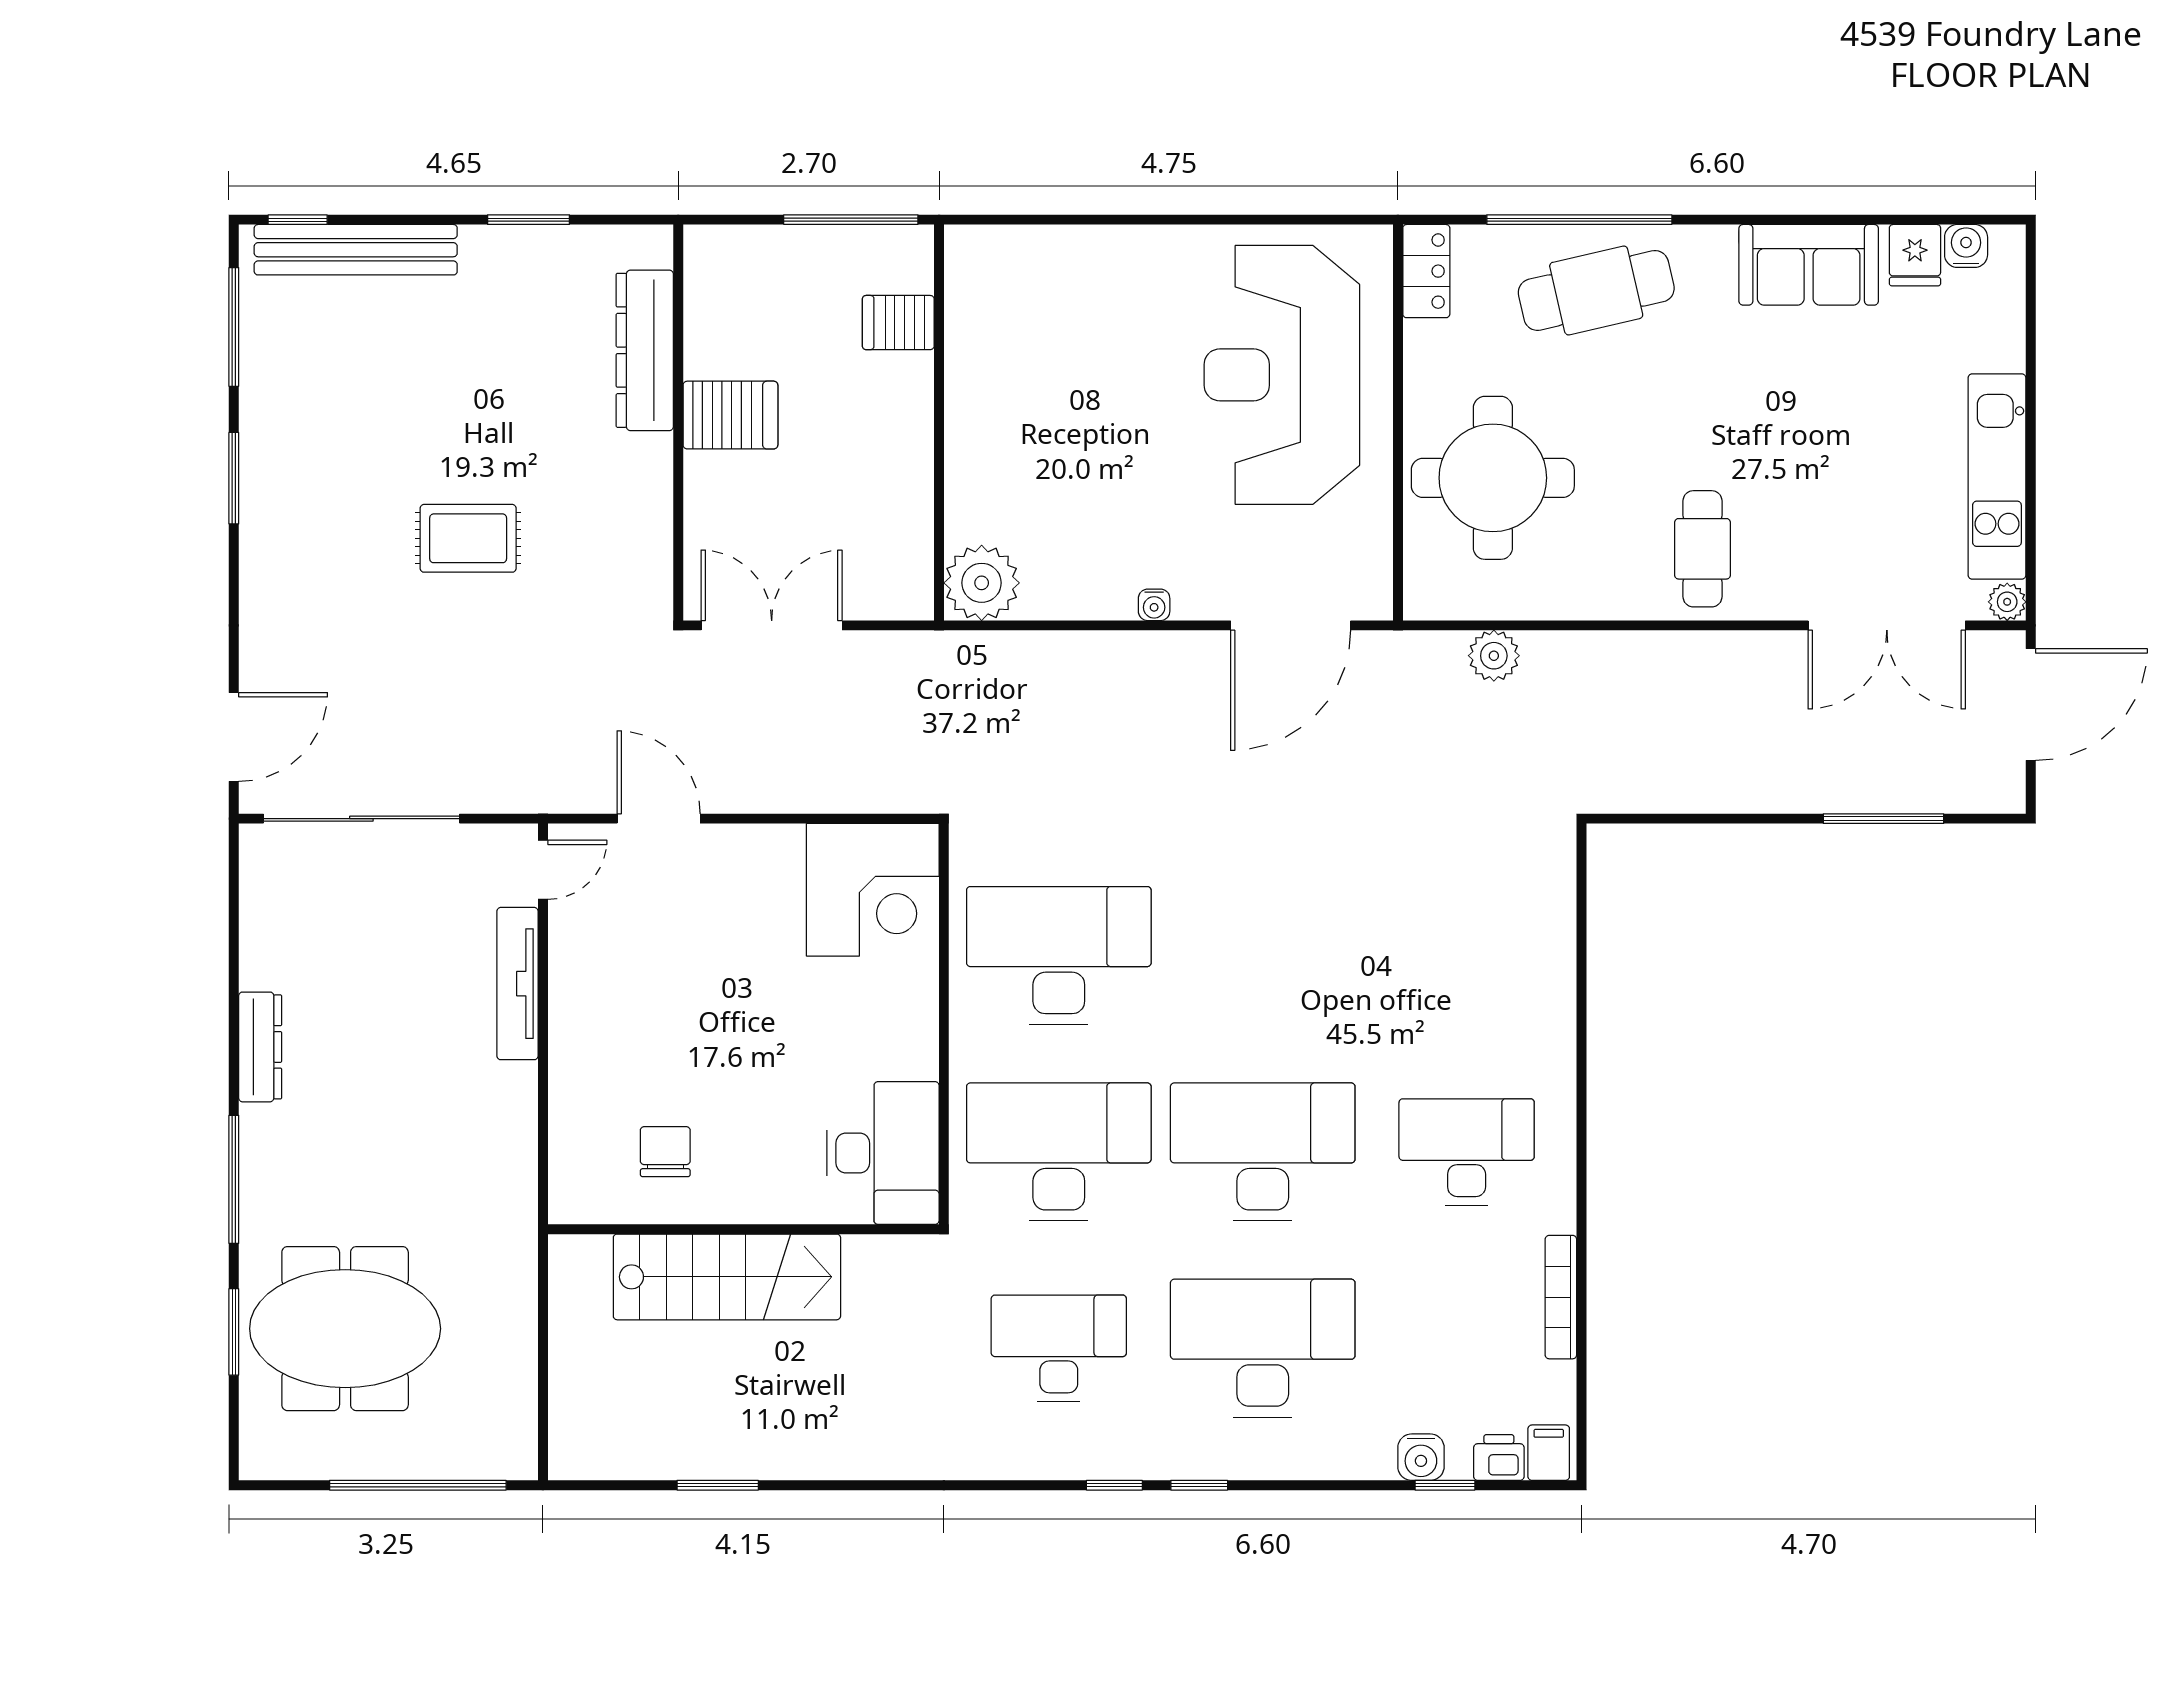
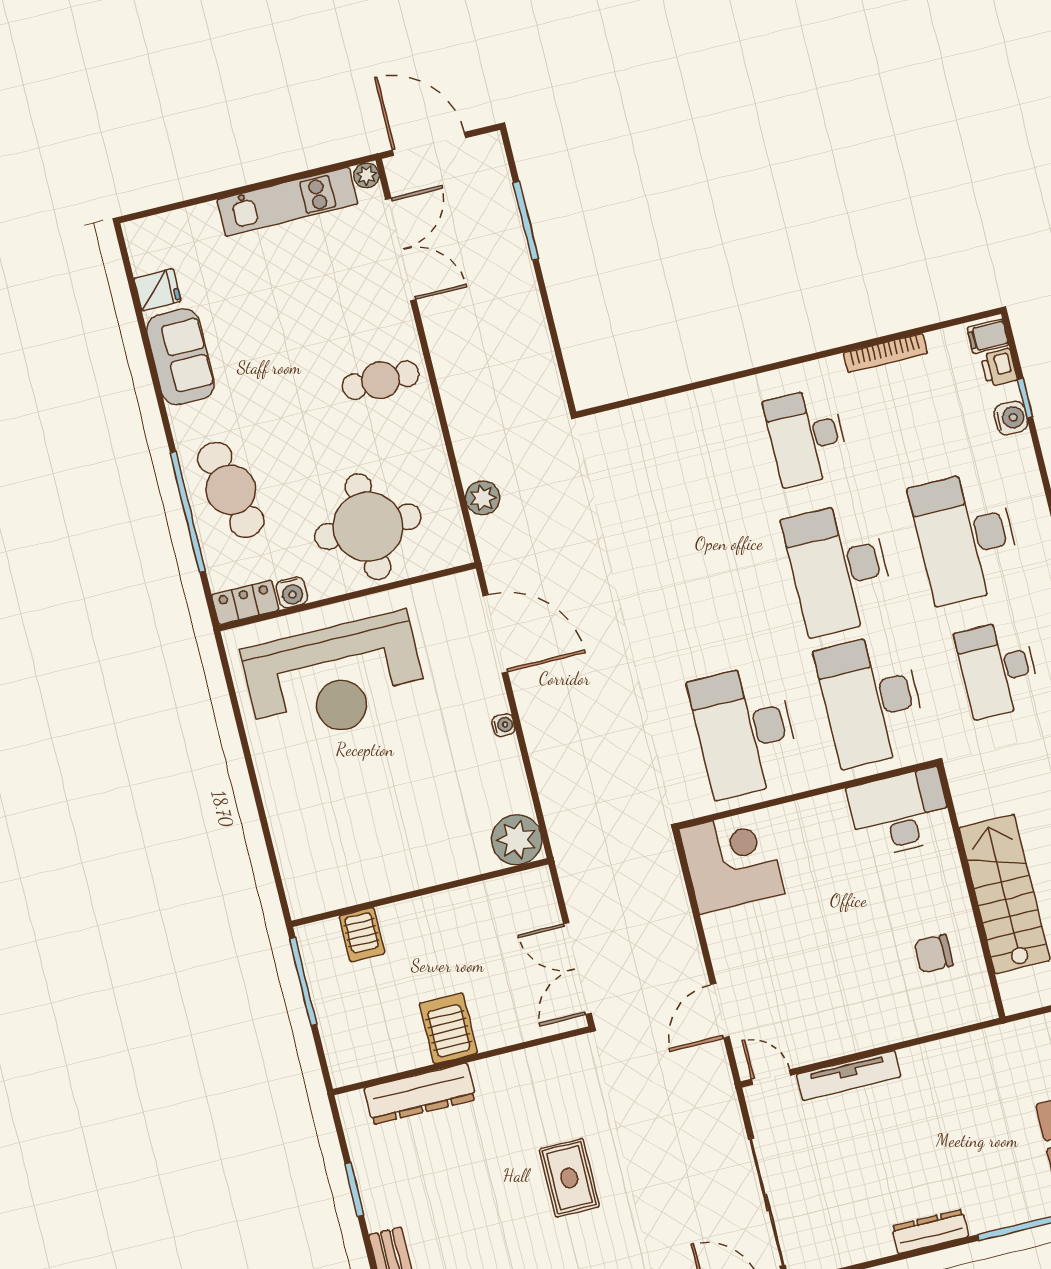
water cooler: (1966, 246) -> (292, 592), moved, turned -90

